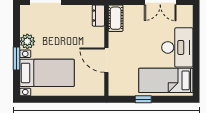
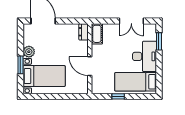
window: (196, 28) -> (159, 41), added

